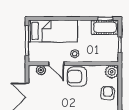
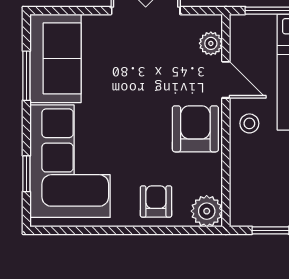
door: (56, 64) -> (226, 80), swing flipped
armchair: (108, 93) -> (156, 201), turned -95

